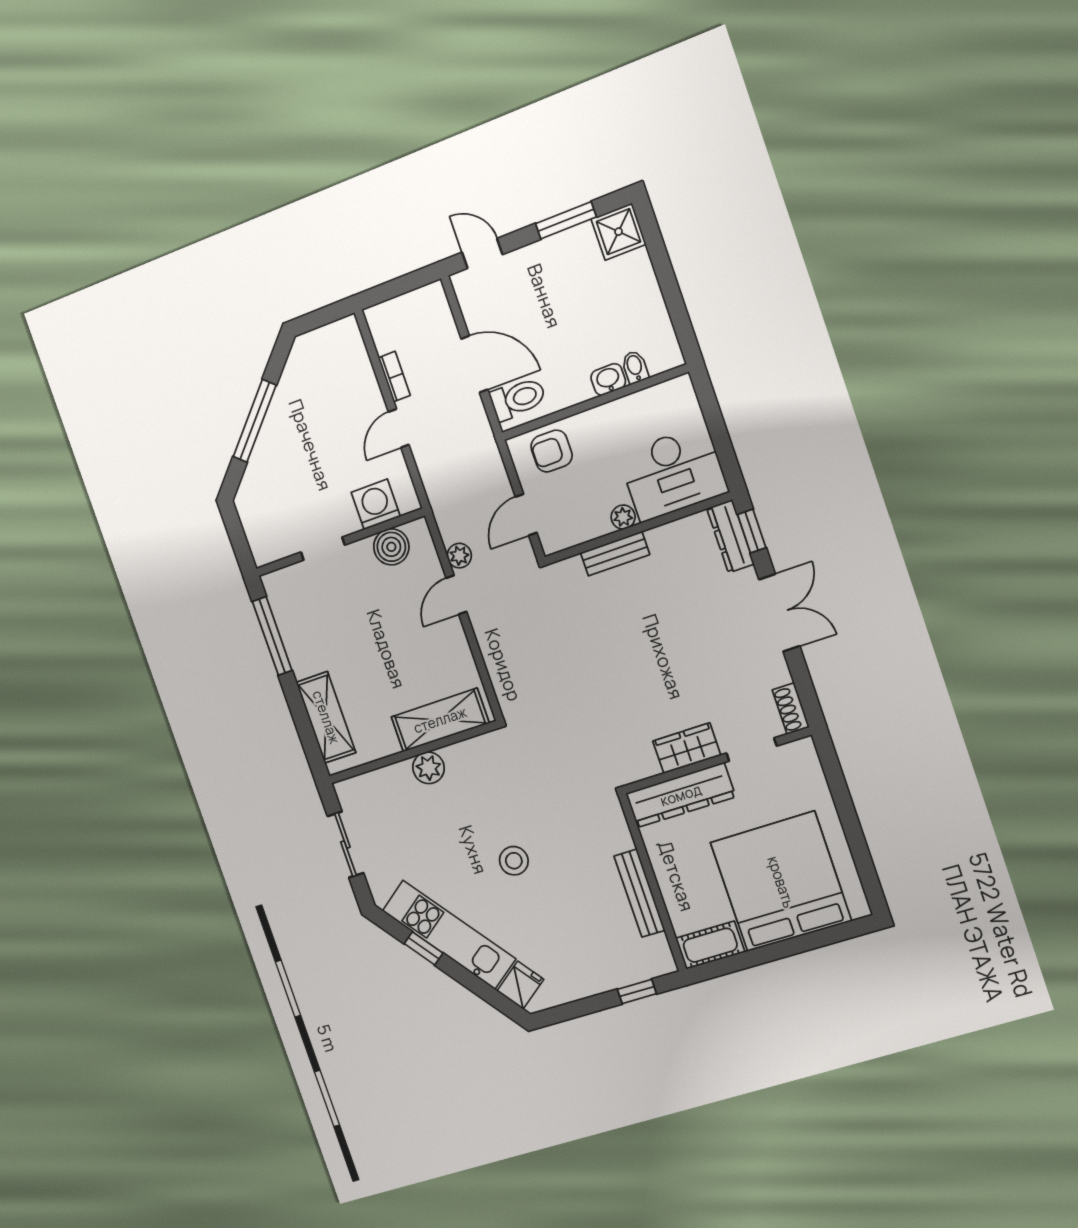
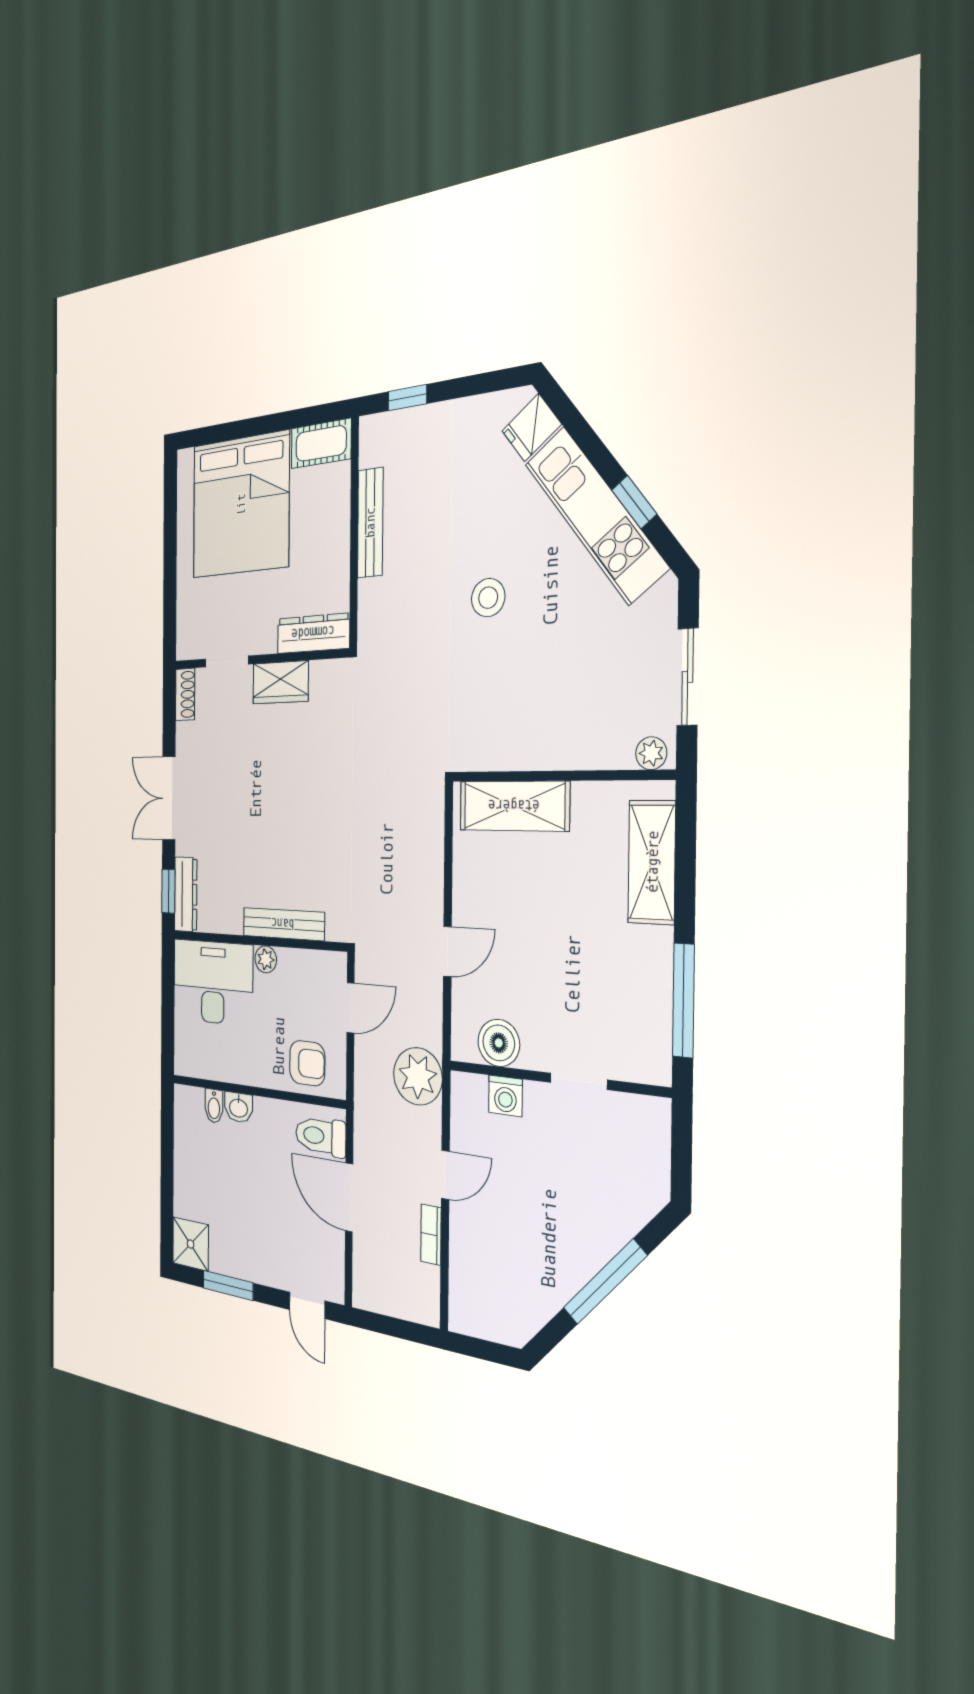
washing machine: (376, 504) -> (505, 1096), width x0.73, depth x0.73
bench: (615, 554) -> (283, 924), width x1.36
plant: (459, 556) -> (418, 1076), moved, width x1.88, depth x1.88
plant: (428, 768) -> (651, 753), moved, width x0.73, depth x0.73
dresser: (681, 795) -> (313, 633), width x0.73, depth x0.80

